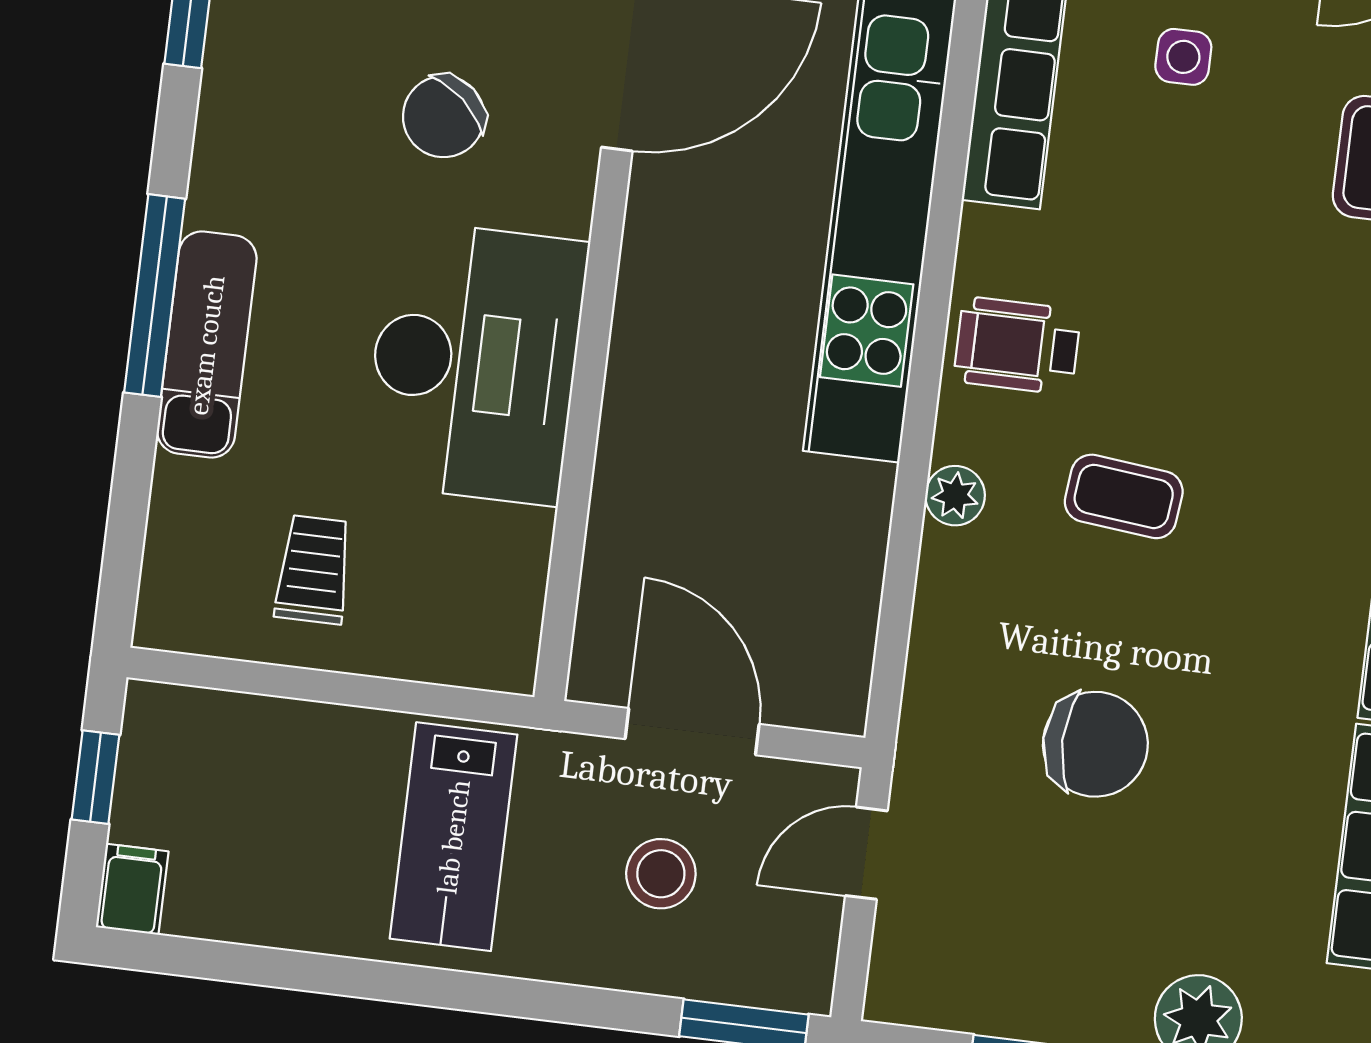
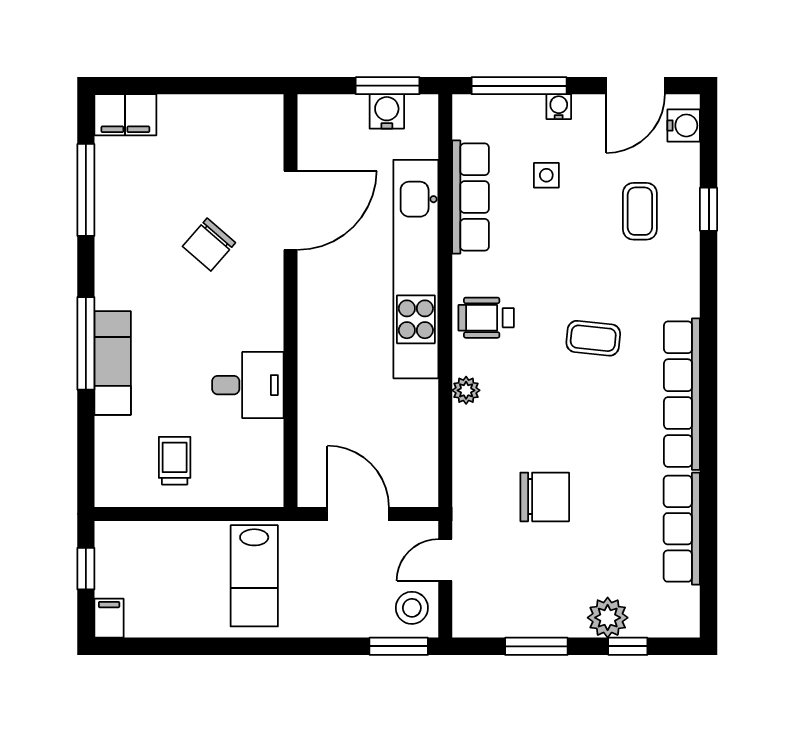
desk: (475, 363) -> (248, 385), width x0.53, depth x0.77
coffee table: (1124, 496) -> (593, 338), moved
stool: (661, 874) -> (412, 608), moved

